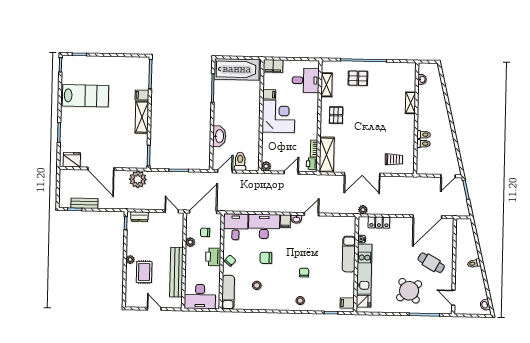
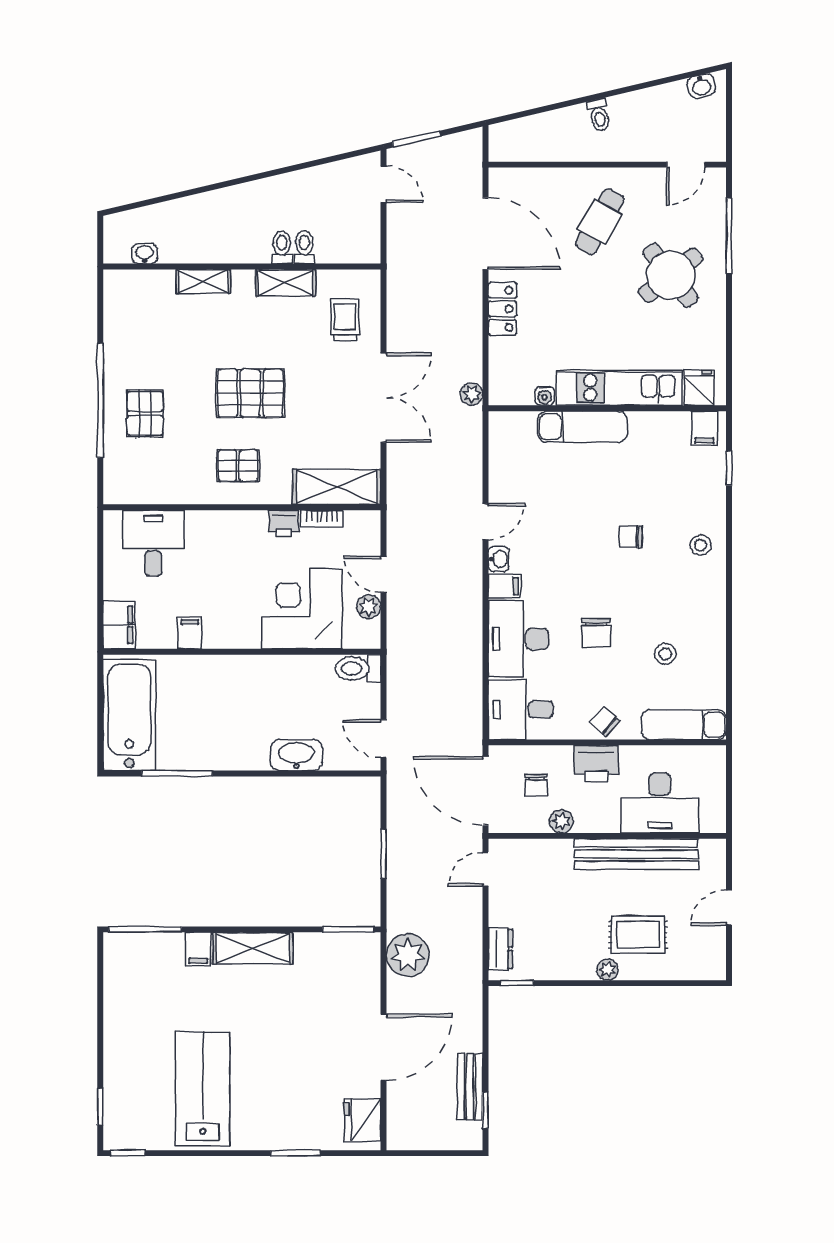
shelving: (326, 85) -> (286, 283), moved
corner desk: (278, 116) -> (302, 609), moved
pallet: (365, 121) -> (250, 393), added
toilet: (240, 161) -> (358, 668), moved
printer: (312, 164) -> (284, 523), moved
plant: (266, 166) -> (369, 607), moved
door: (311, 214) -> (485, 522), swing flipped
locker: (379, 222) -> (502, 309), moved
desk: (200, 297) -> (660, 803), moved, turned 90

